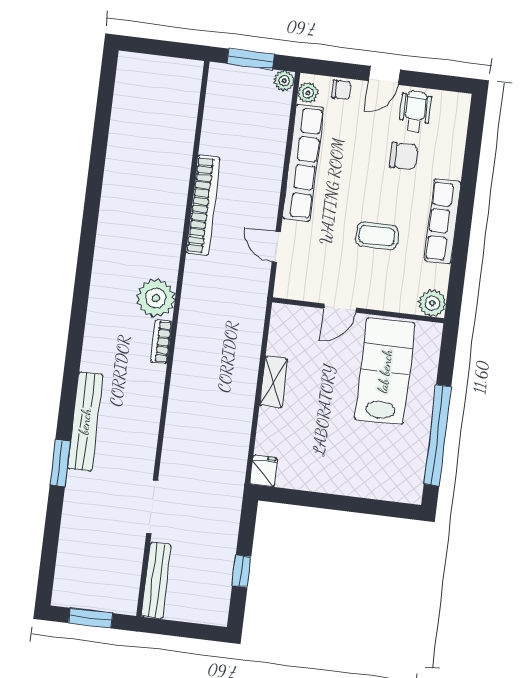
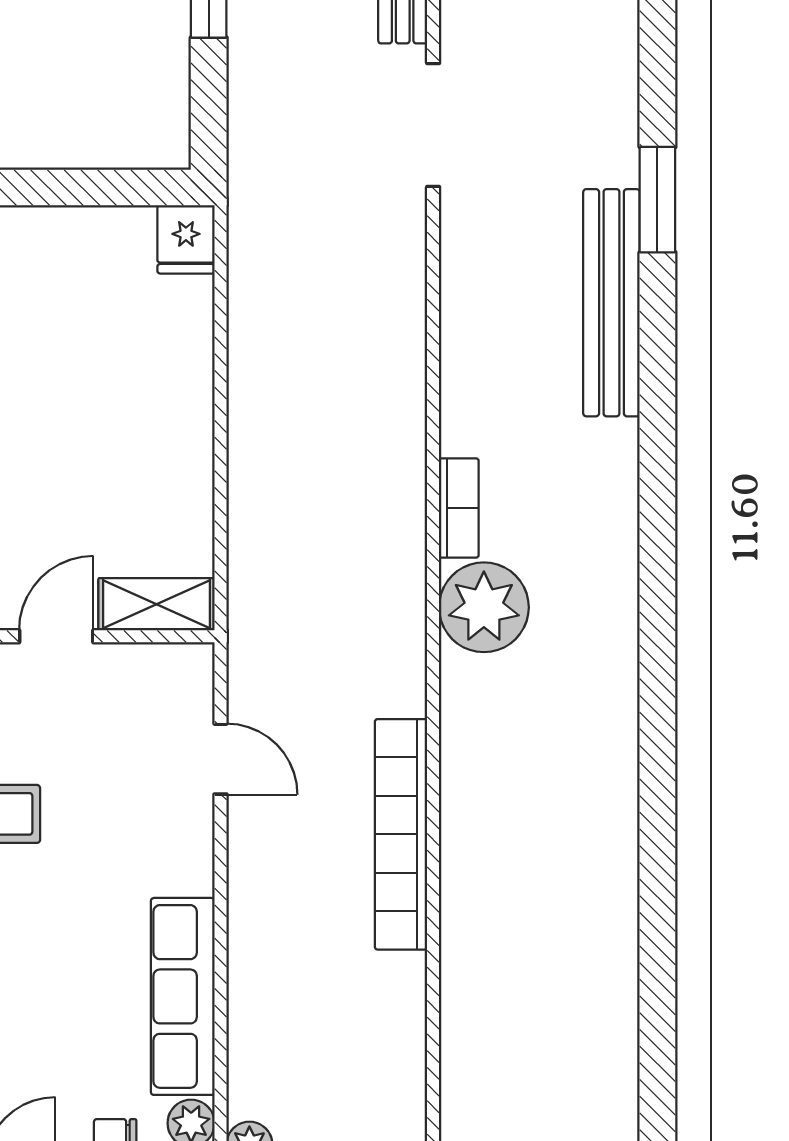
row of seats: (303, 163) -> (183, 996), width x0.73
shelving: (274, 382) -> (156, 604), moved, turned 90

